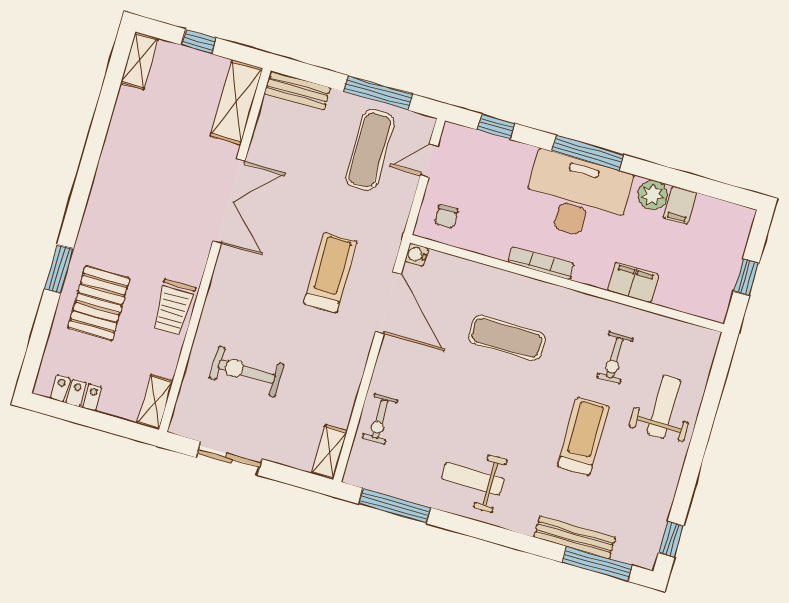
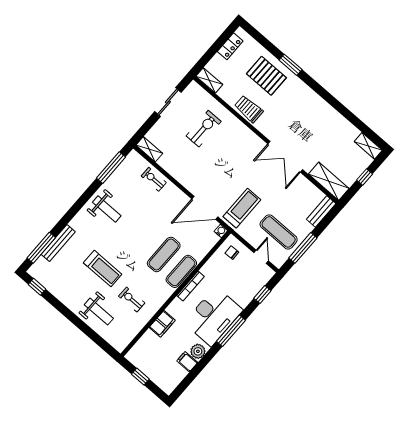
treadmill: (330, 273) -> (242, 208), moved, turned -90
exercise mat: (522, 292) -> (181, 271), added
weight bench: (473, 479) -> (107, 209), turned 90

